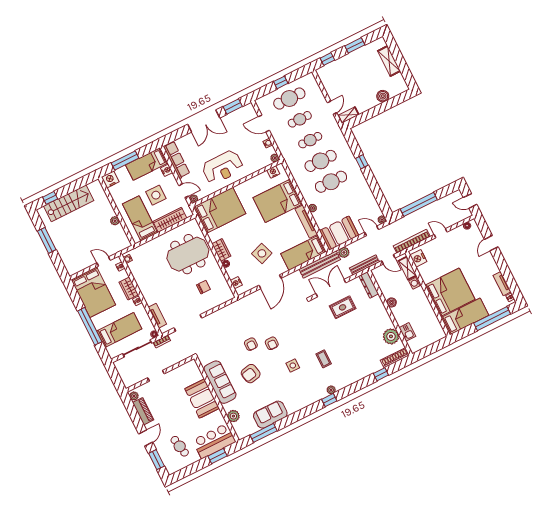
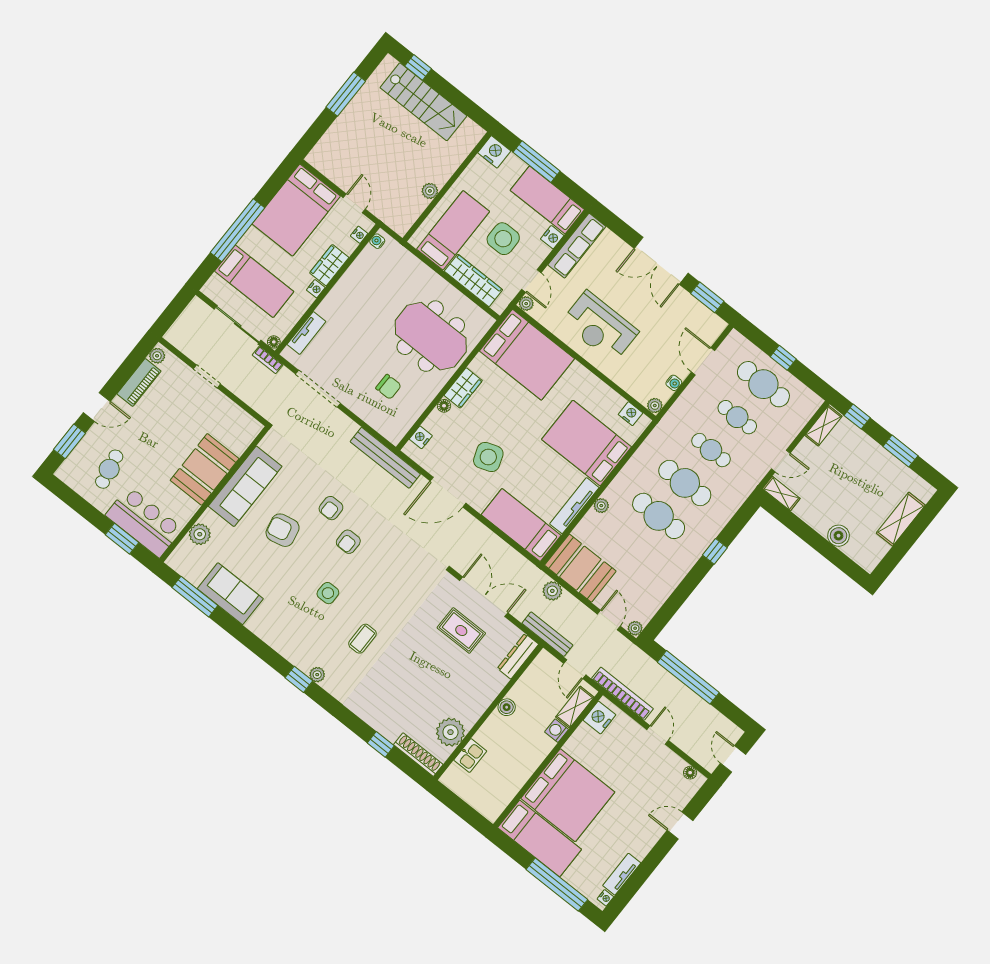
shelving: (324, 78) -> (823, 426), added
bench: (320, 264) -> (385, 458), moved

